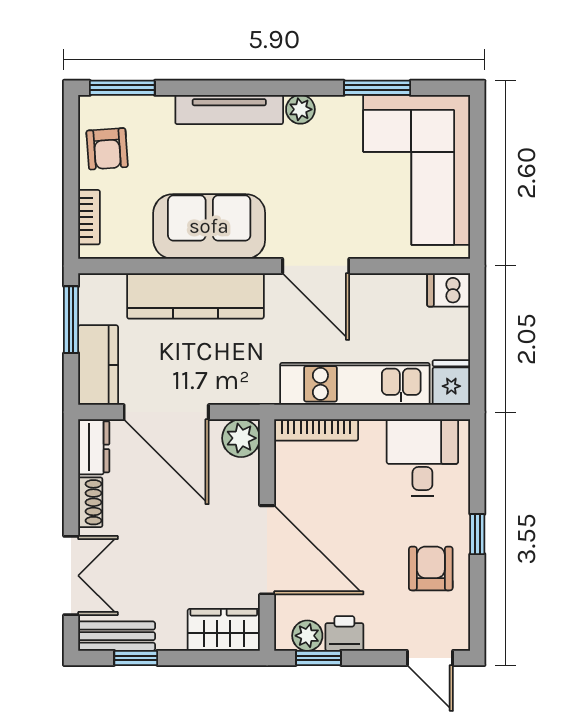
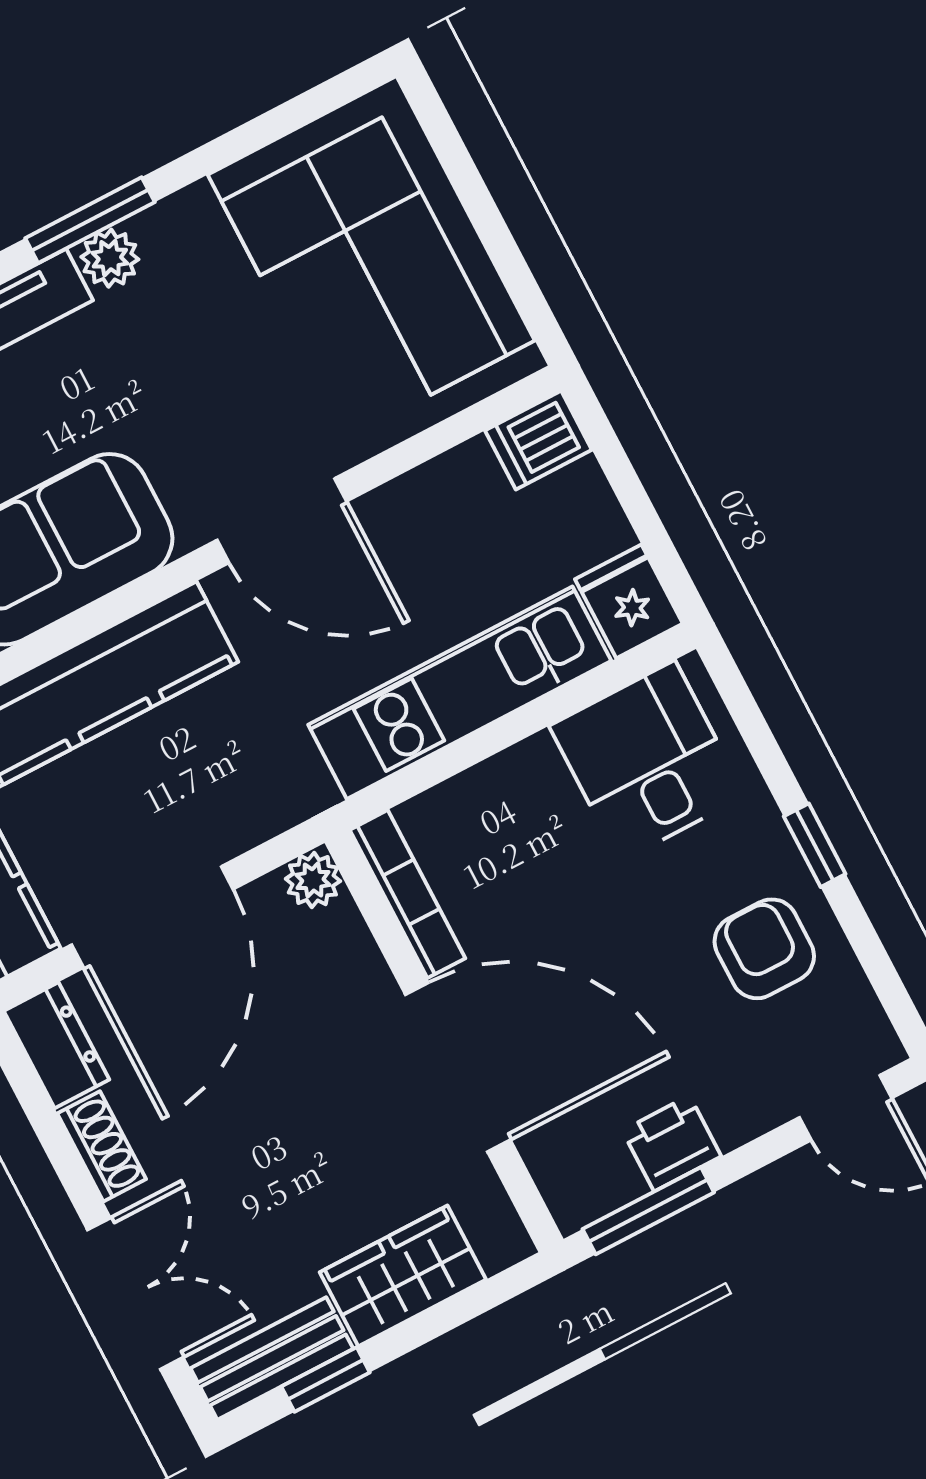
window: (377, 88) -> (90, 220), moved
door: (166, 412) -> (152, 917), hinge flipped
bookcase: (316, 430) -> (408, 894), moved, turned -90
plant: (241, 438) -> (313, 880), width x0.73, depth x0.73
wardrobe: (224, 630) -> (403, 1276), moved
plant: (307, 636) -> (608, 1182), removed
window: (318, 658) -> (648, 1211), width x1.50

